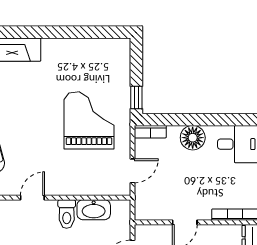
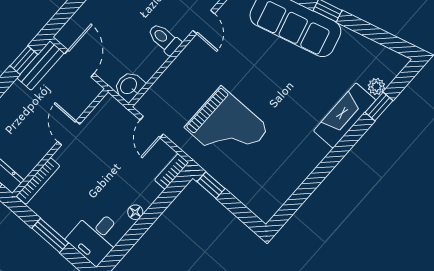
floor lamp: (193, 138) -> (135, 212), width x0.53, depth x0.53
washbasin: (94, 210) -> (129, 86), moved, width x0.72

